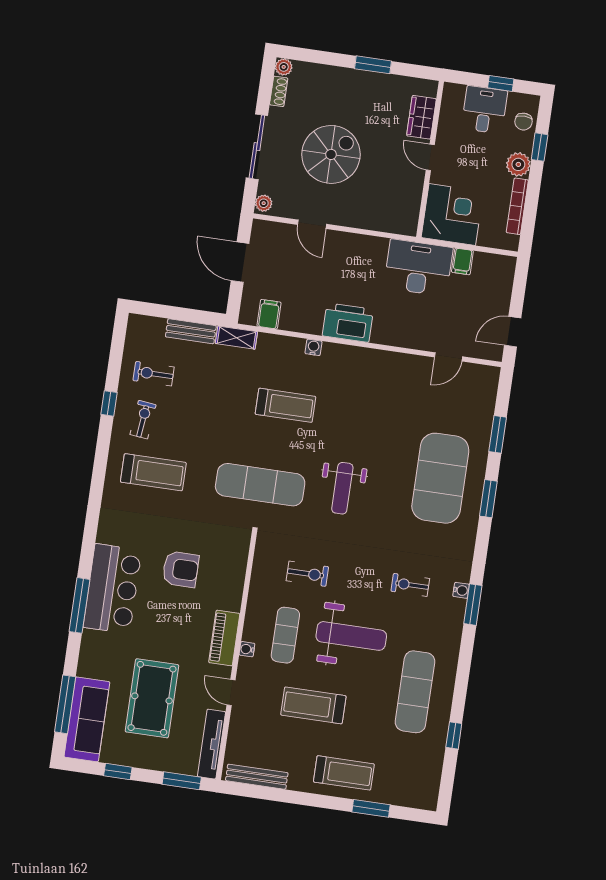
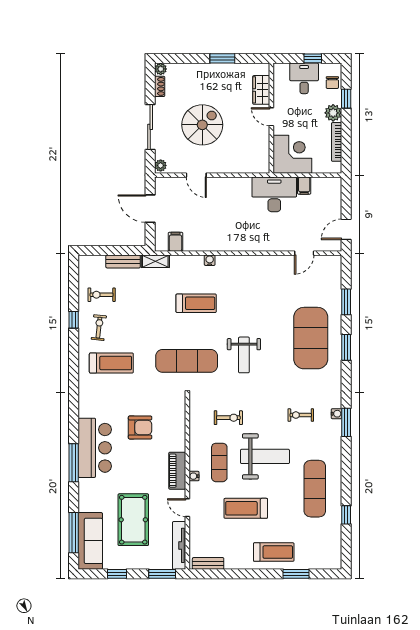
printer: (348, 323) -> (231, 240), removed
bench: (257, 777) -> (208, 563), width x0.73

